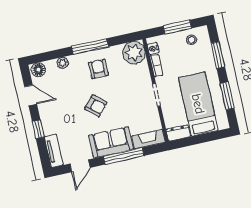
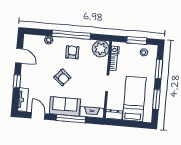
window: (90, 47) -> (71, 35), width x1.46
floor lamp: (38, 70) -> (30, 40), removed
door: (80, 166) -> (38, 116), swing flipped

